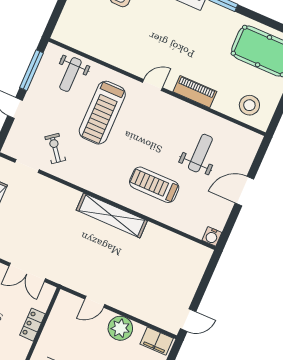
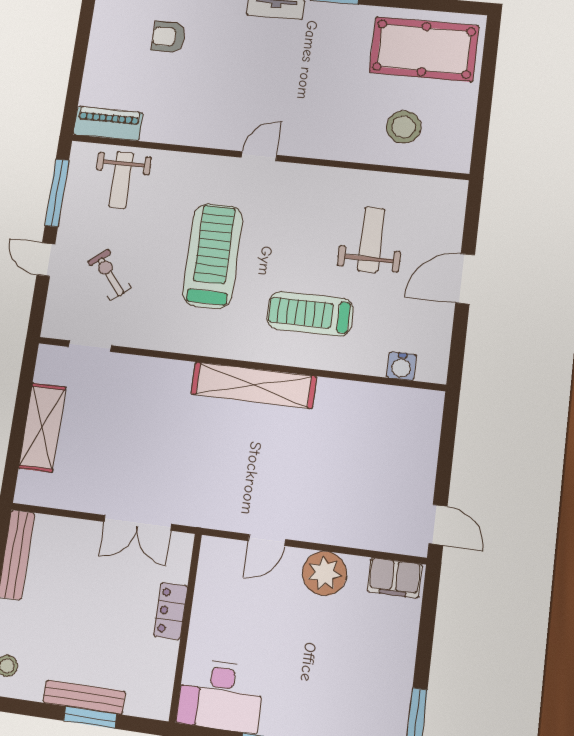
piano: (195, 92) -> (108, 124), moved
stool: (249, 105) -> (404, 127), moved
treadmill: (102, 113) -> (213, 256), moved, turned 180
exercise bike: (55, 148) -> (110, 275), moved
water cooler: (212, 236) -> (401, 366), moved
door: (188, 320) -> (438, 525), hinge flipped

